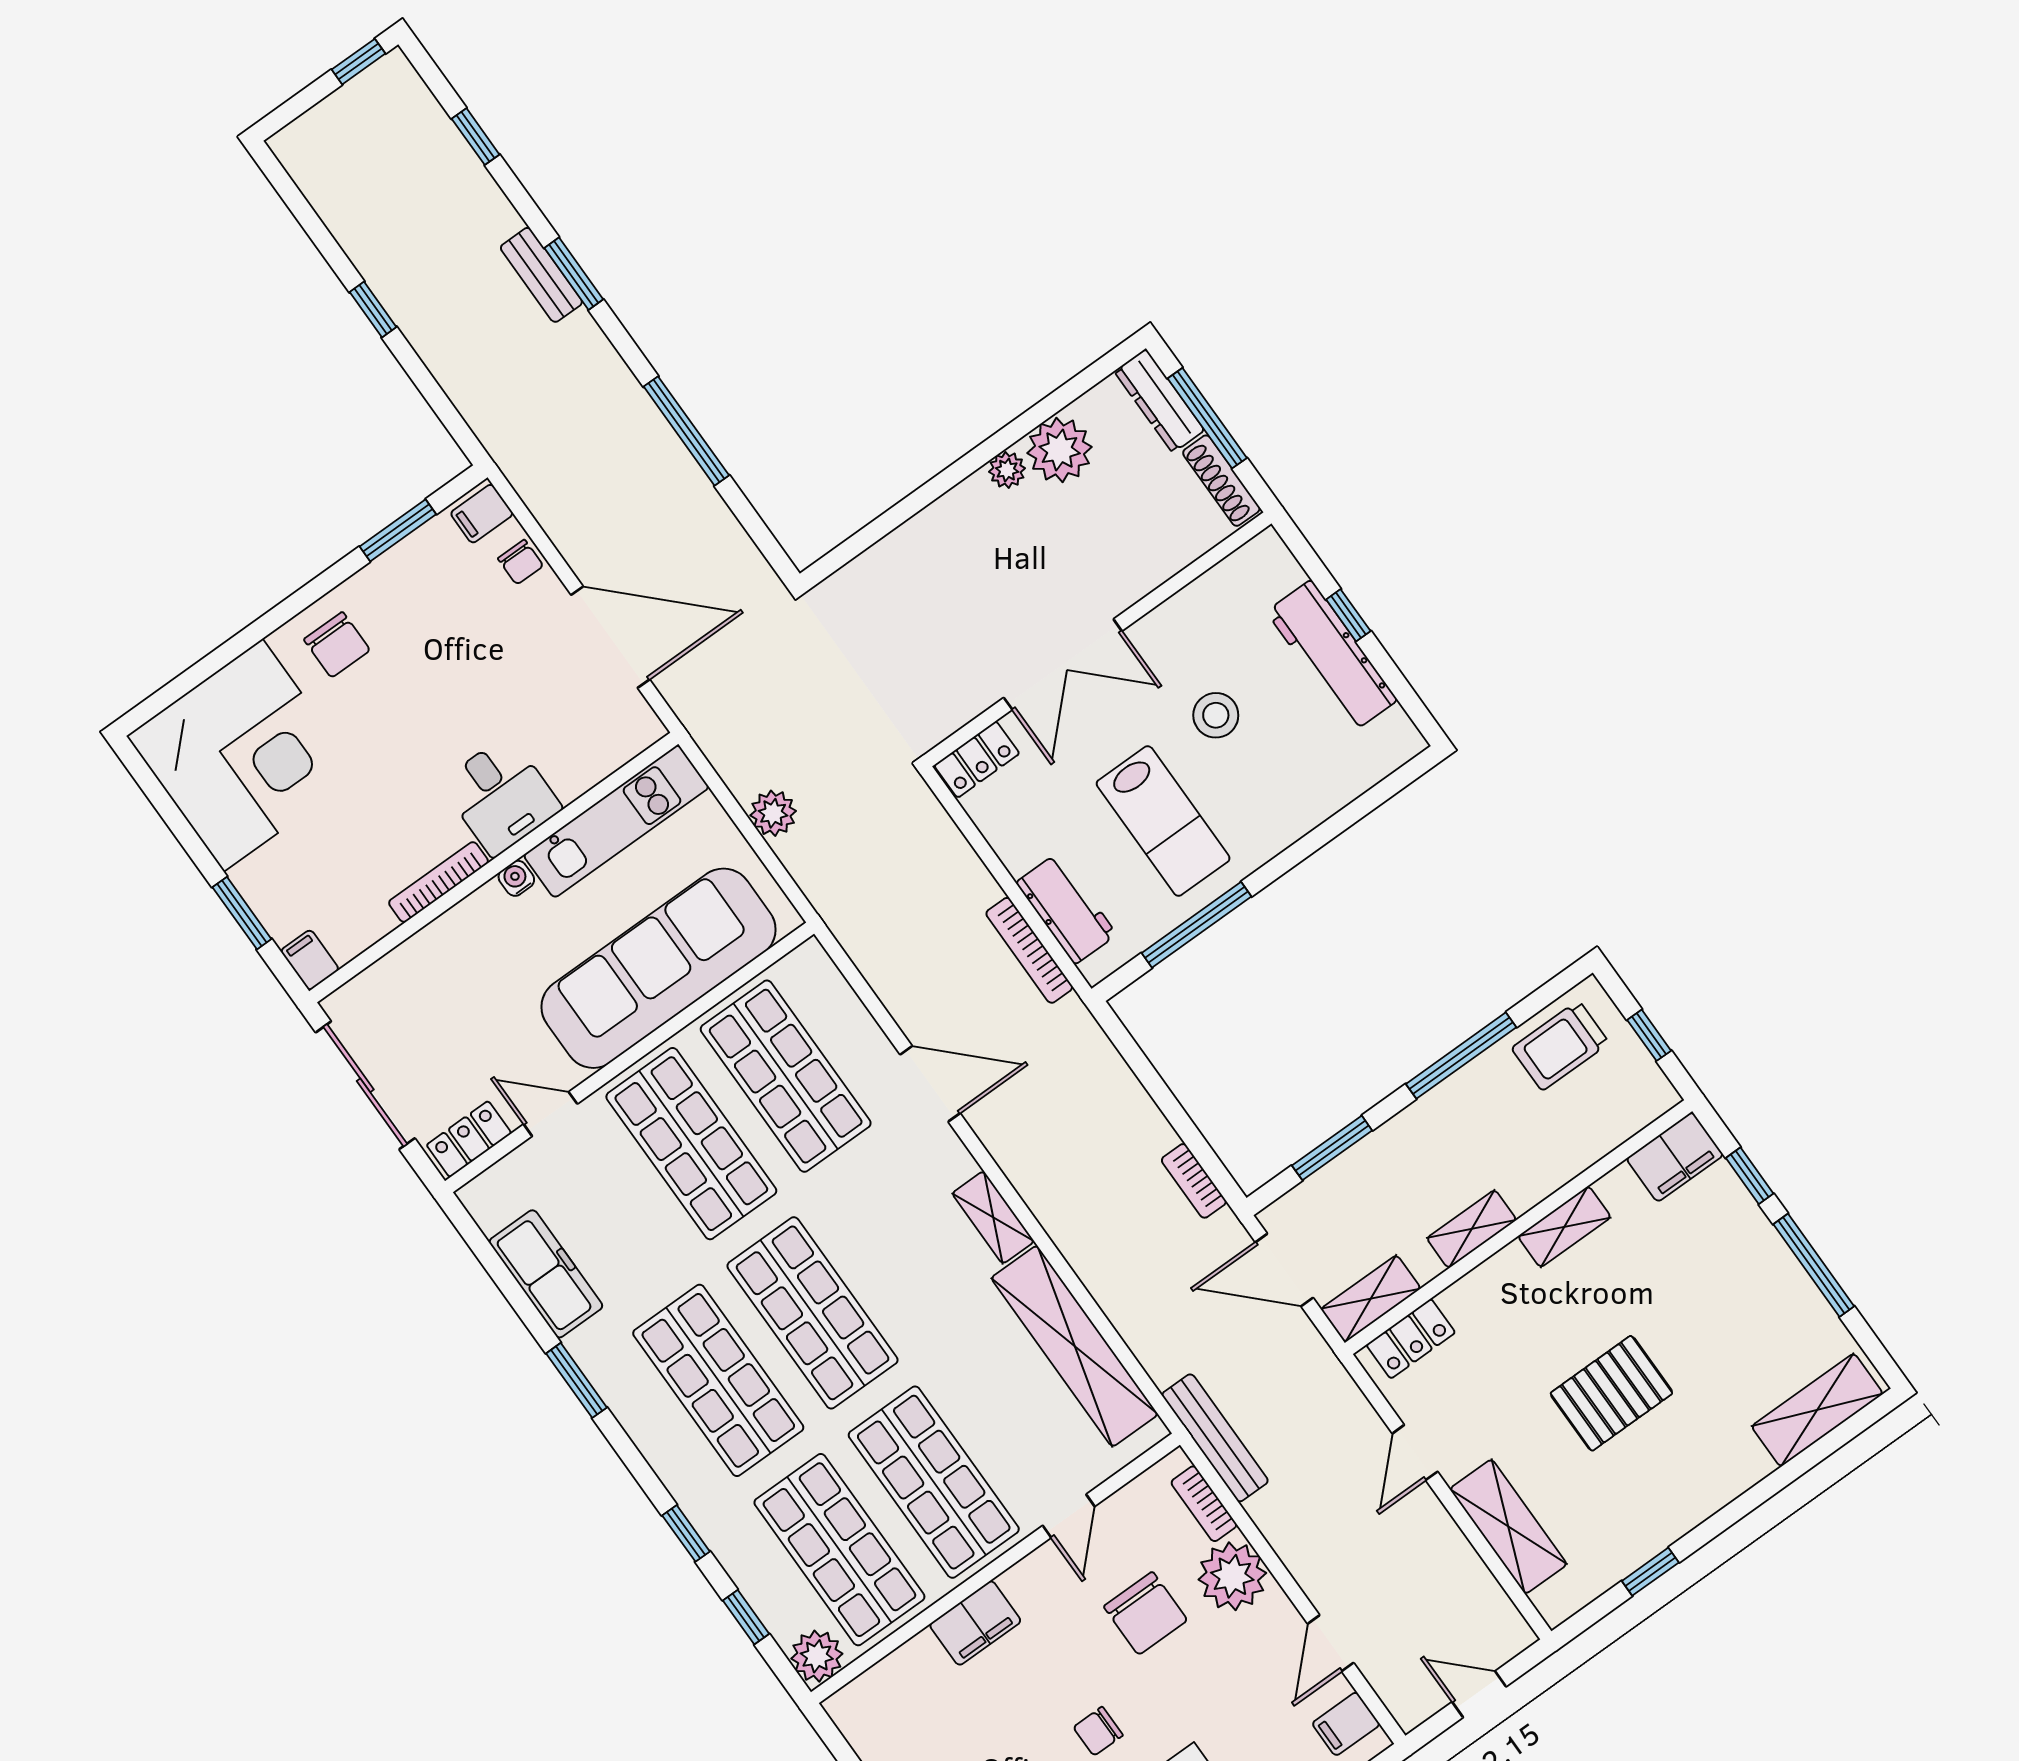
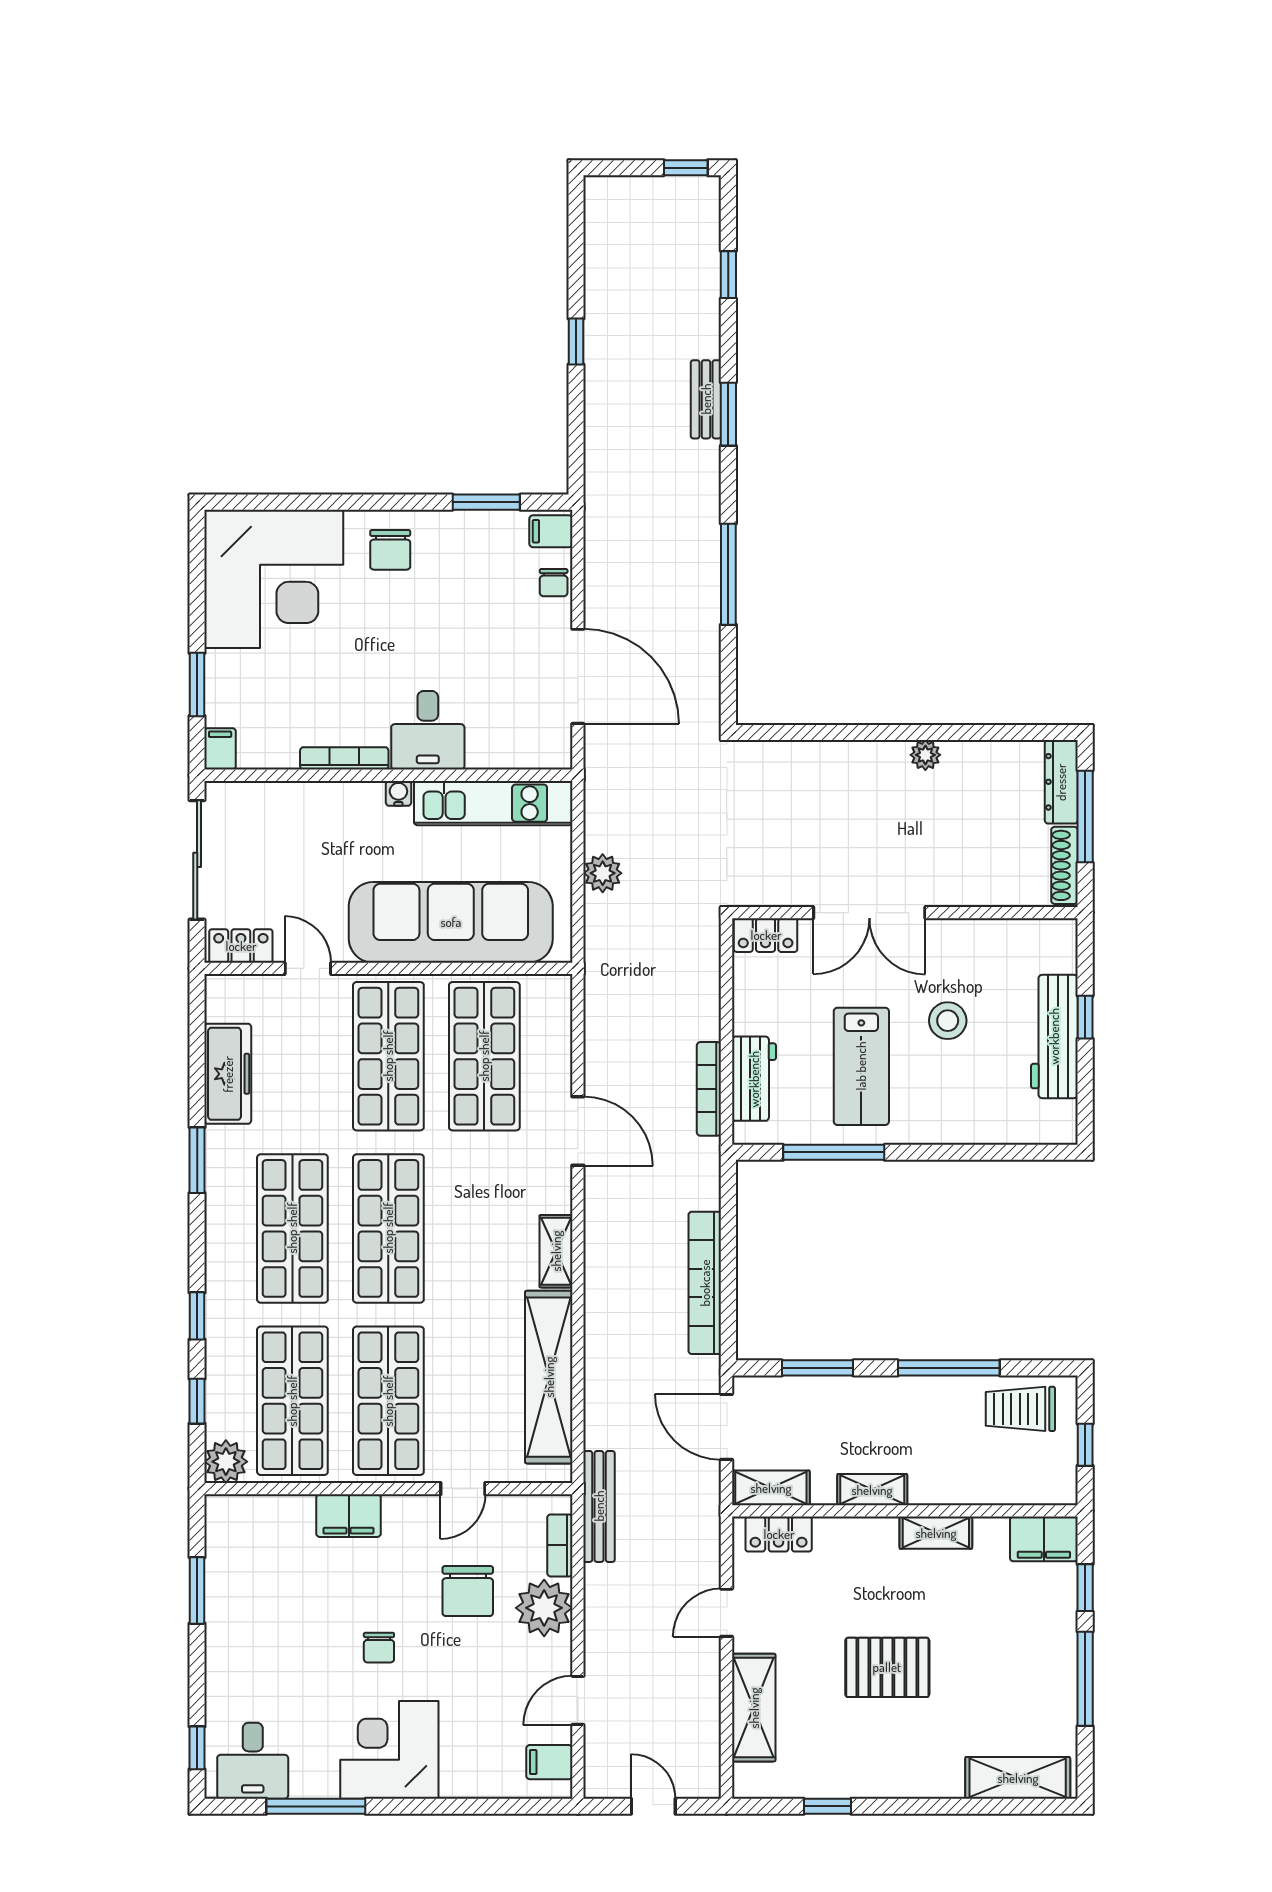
plant: (1060, 450) -> (970, 767), removed
bookcase: (1194, 1181) -> (705, 1283), width x2.31, depth x1.31
chair: (1098, 1731) -> (379, 1648), turned -90

